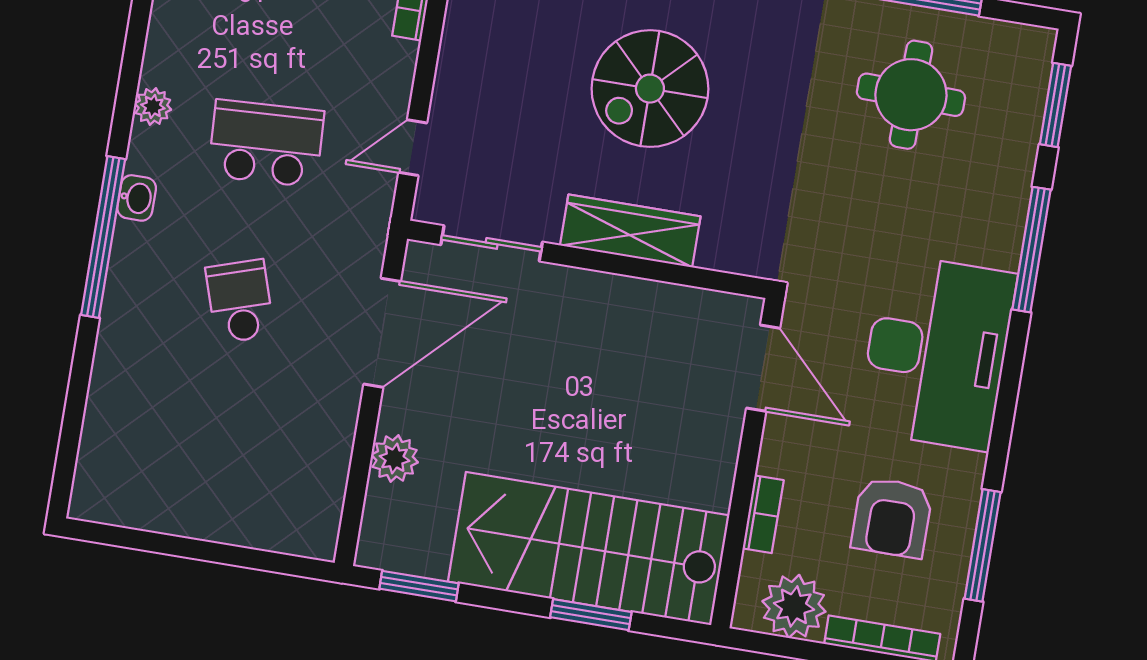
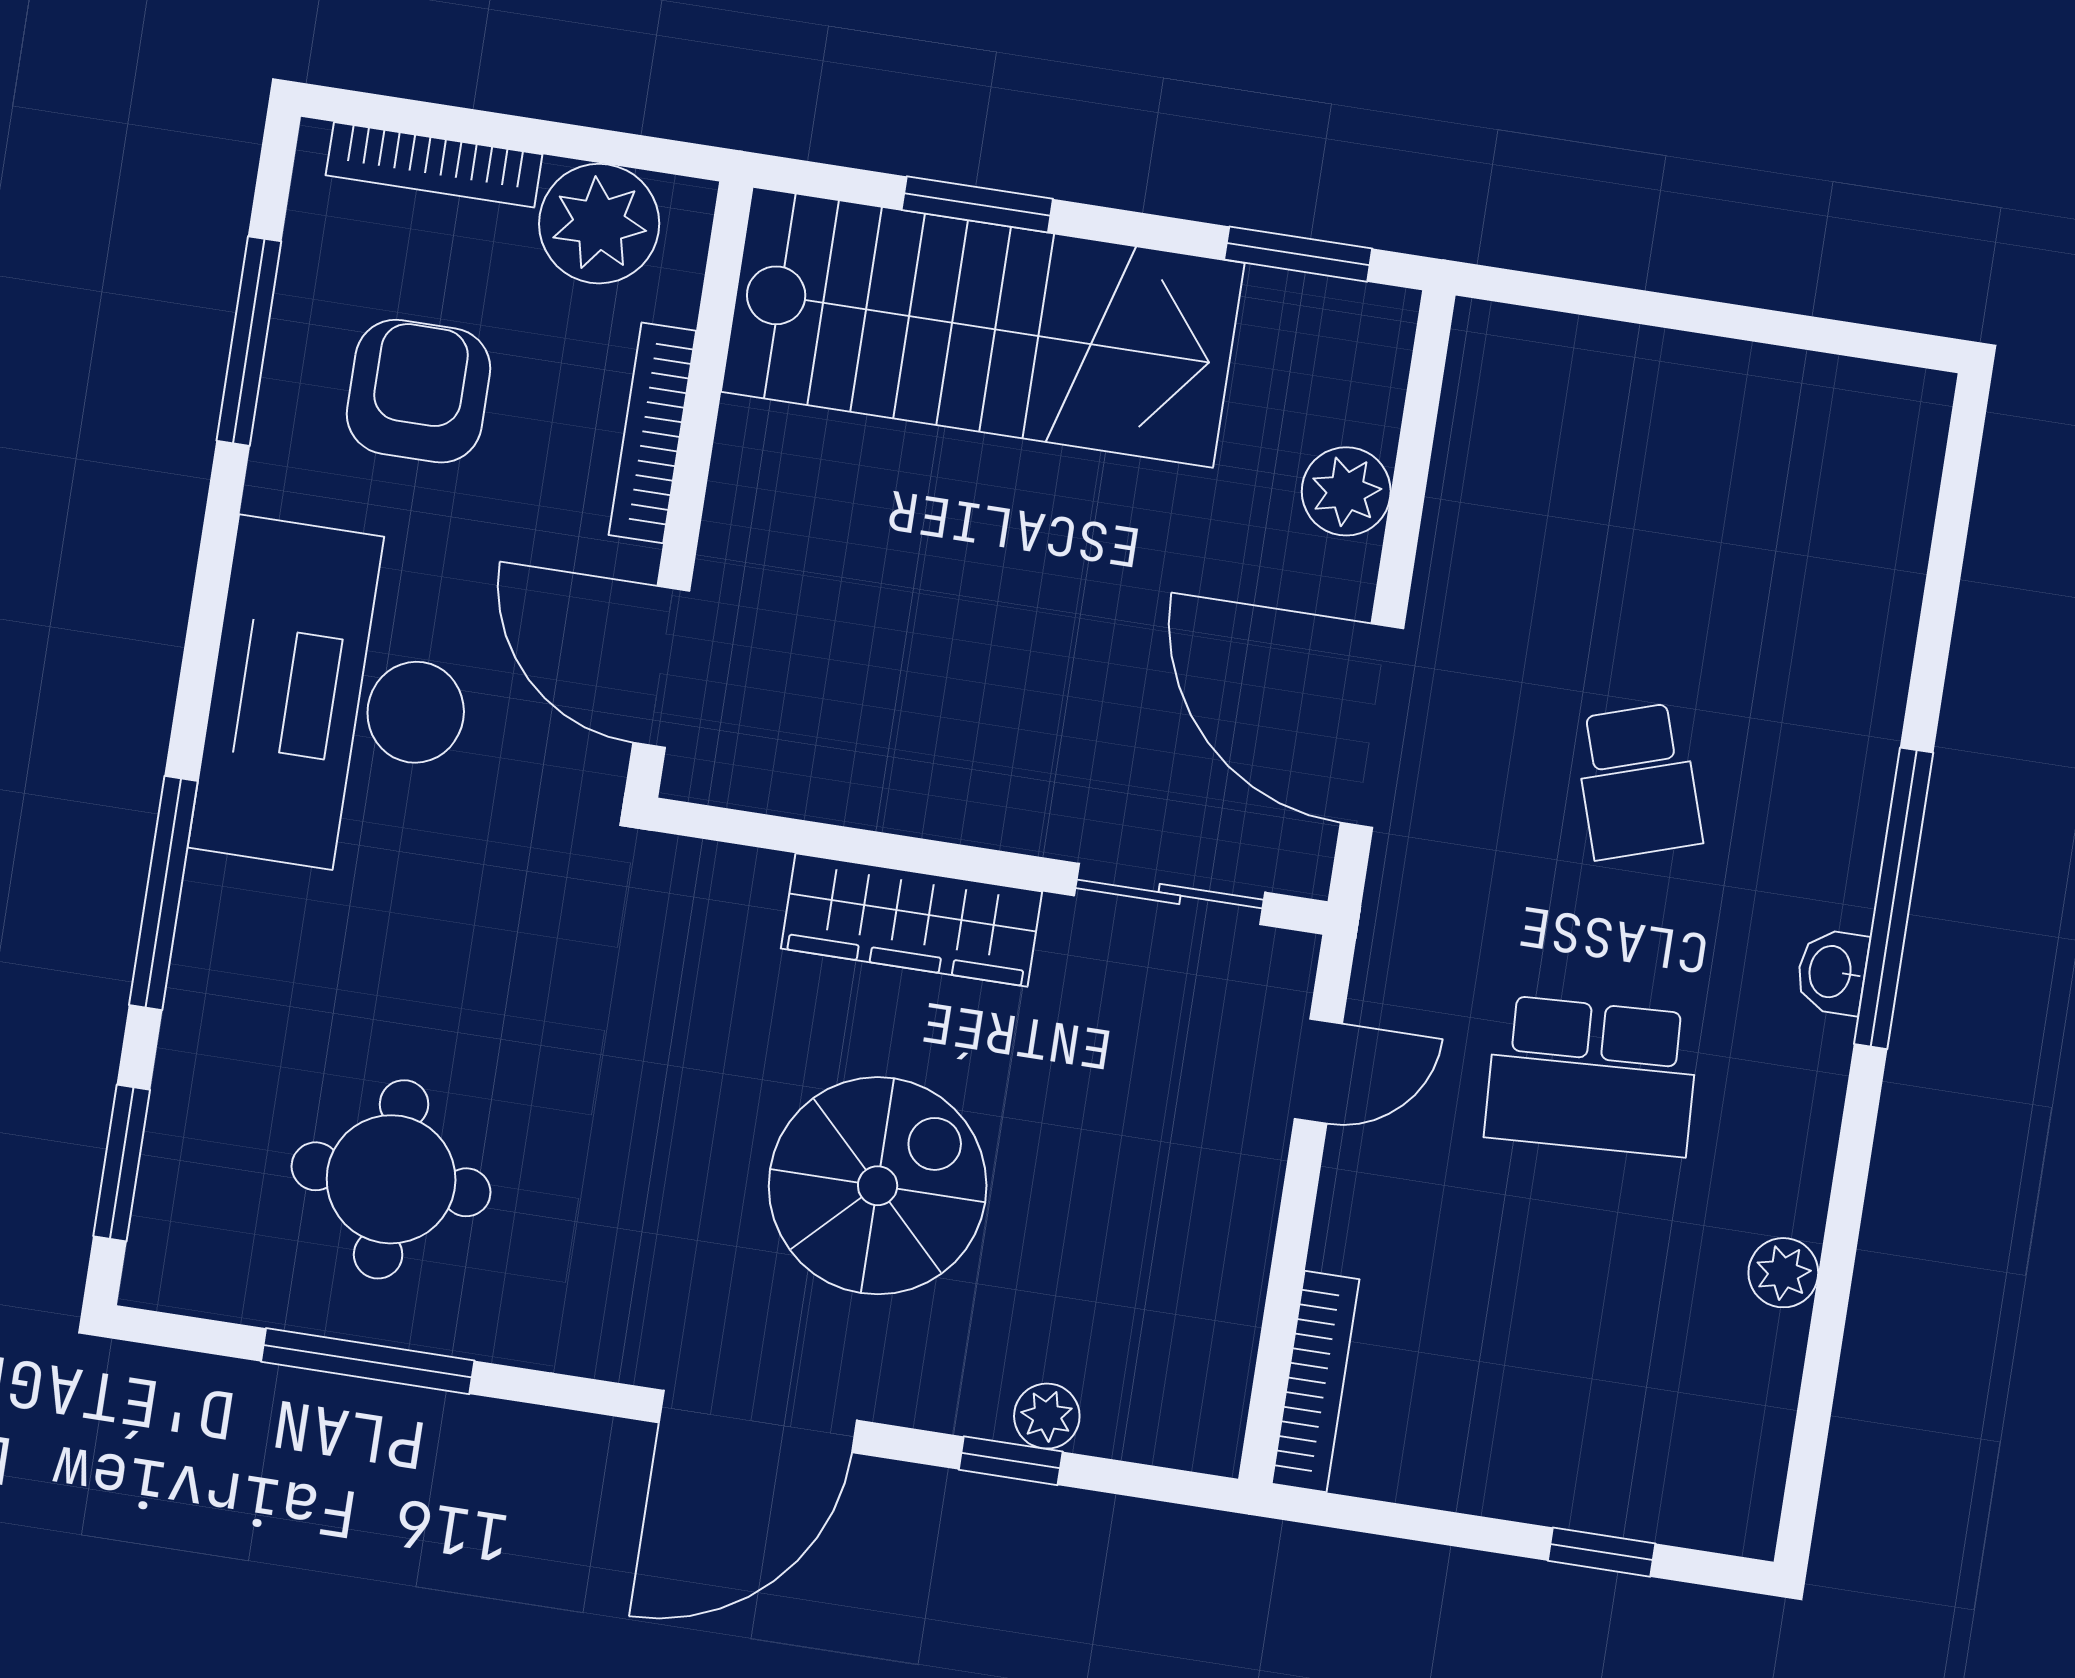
plant: (153, 106) -> (1783, 1273), moved
door: (382, 333) -> (1372, 726), hinge flipped
bookcase: (763, 514) -> (652, 433), width x1.56

